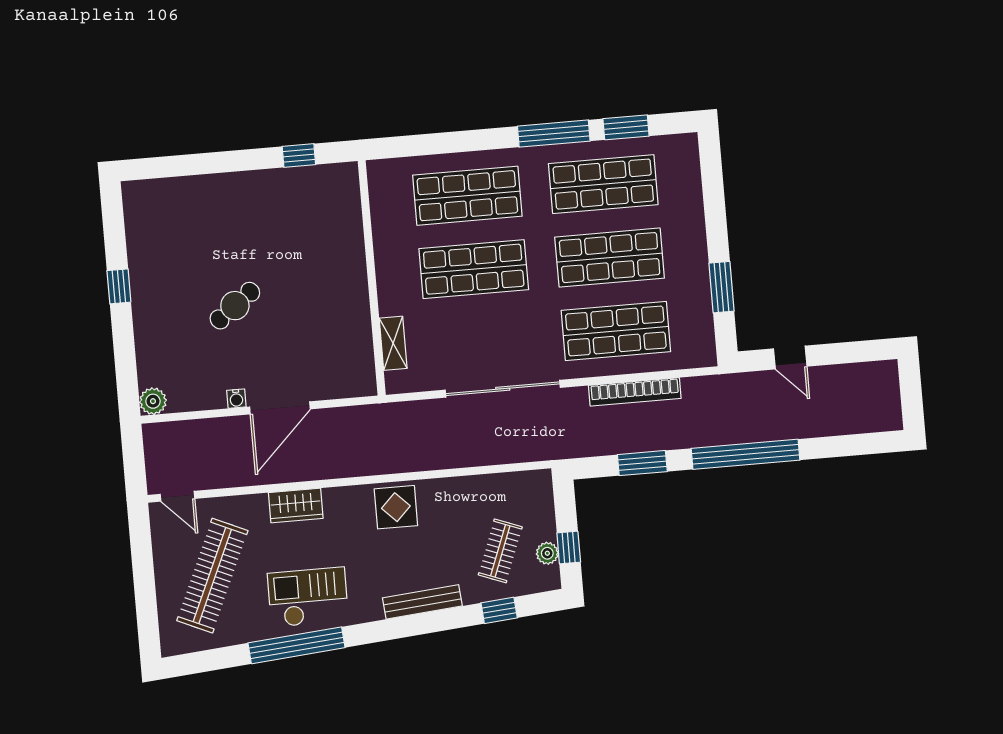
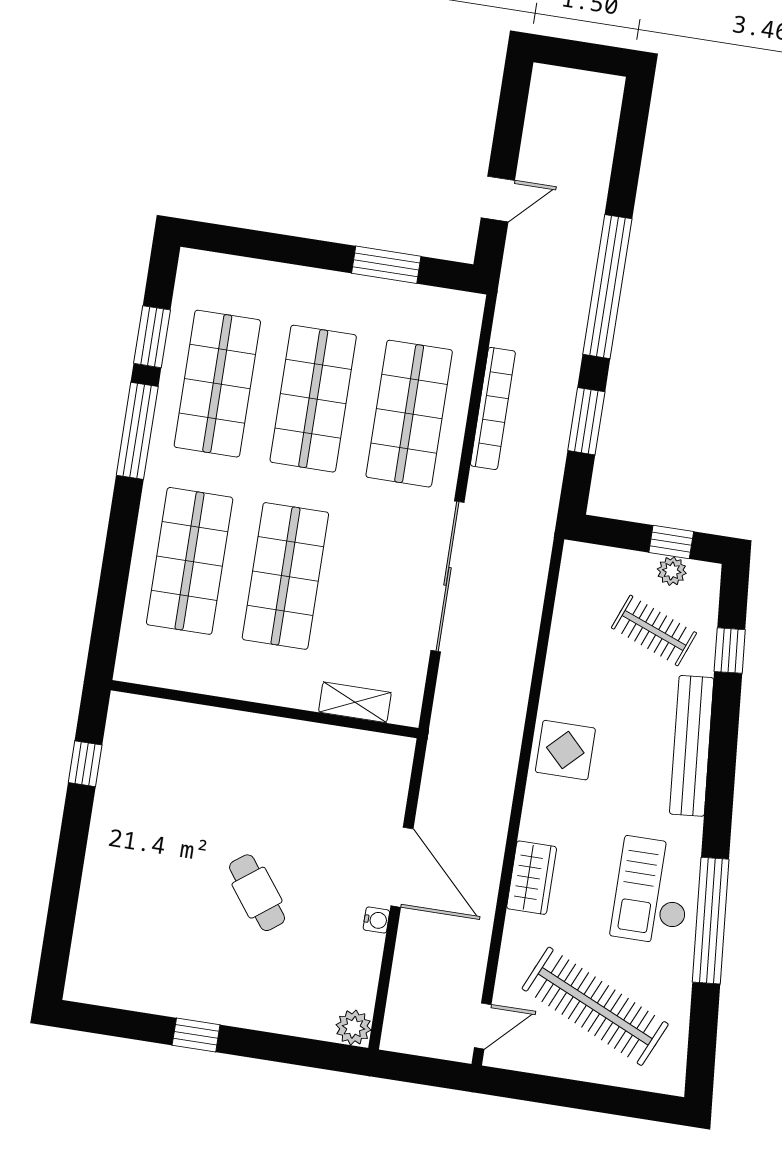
bench: (422, 602) -> (692, 746), width x1.37, depth x1.21

